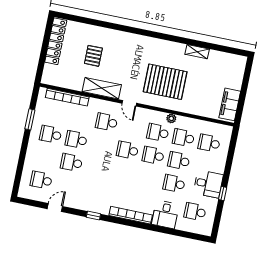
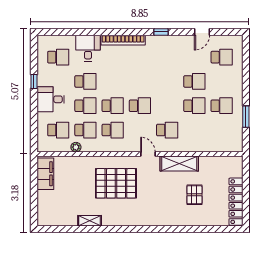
bookcase: (67, 97) -> (212, 147), removed
plant: (171, 118) -> (76, 147), moved
desk: (208, 184) -> (51, 99), moved

